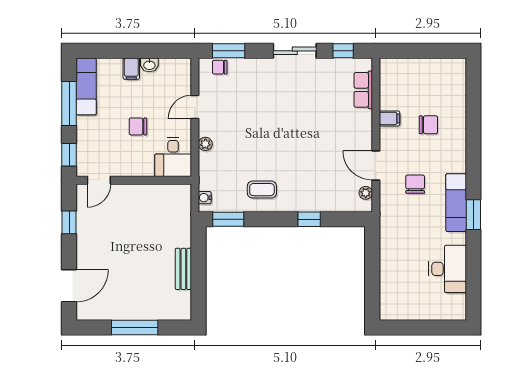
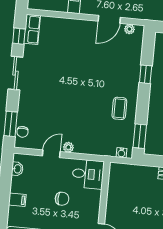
washbasin: (149, 65) -> (17, 169), moved
row of seats: (363, 90) -> (32, 29), moved, turned -90
door: (195, 107) -> (51, 154), swing flipped
chair: (138, 126) -> (62, 199), turned -90
plant: (205, 144) -> (68, 147), moved

